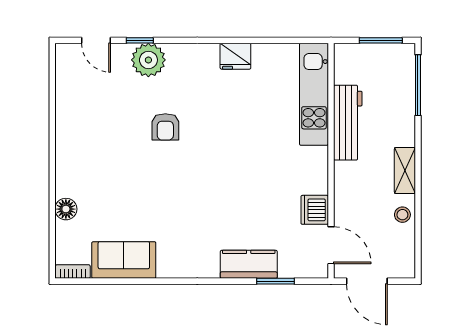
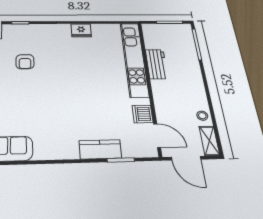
plant: (148, 60) -> (26, 33), removed
kitchen unit: (314, 94) -> (134, 59), width x1.36
workbench: (348, 123) -> (157, 64), width x0.73
armchair: (165, 127) -> (25, 62), moved
shelving: (405, 171) -> (209, 141), moved

